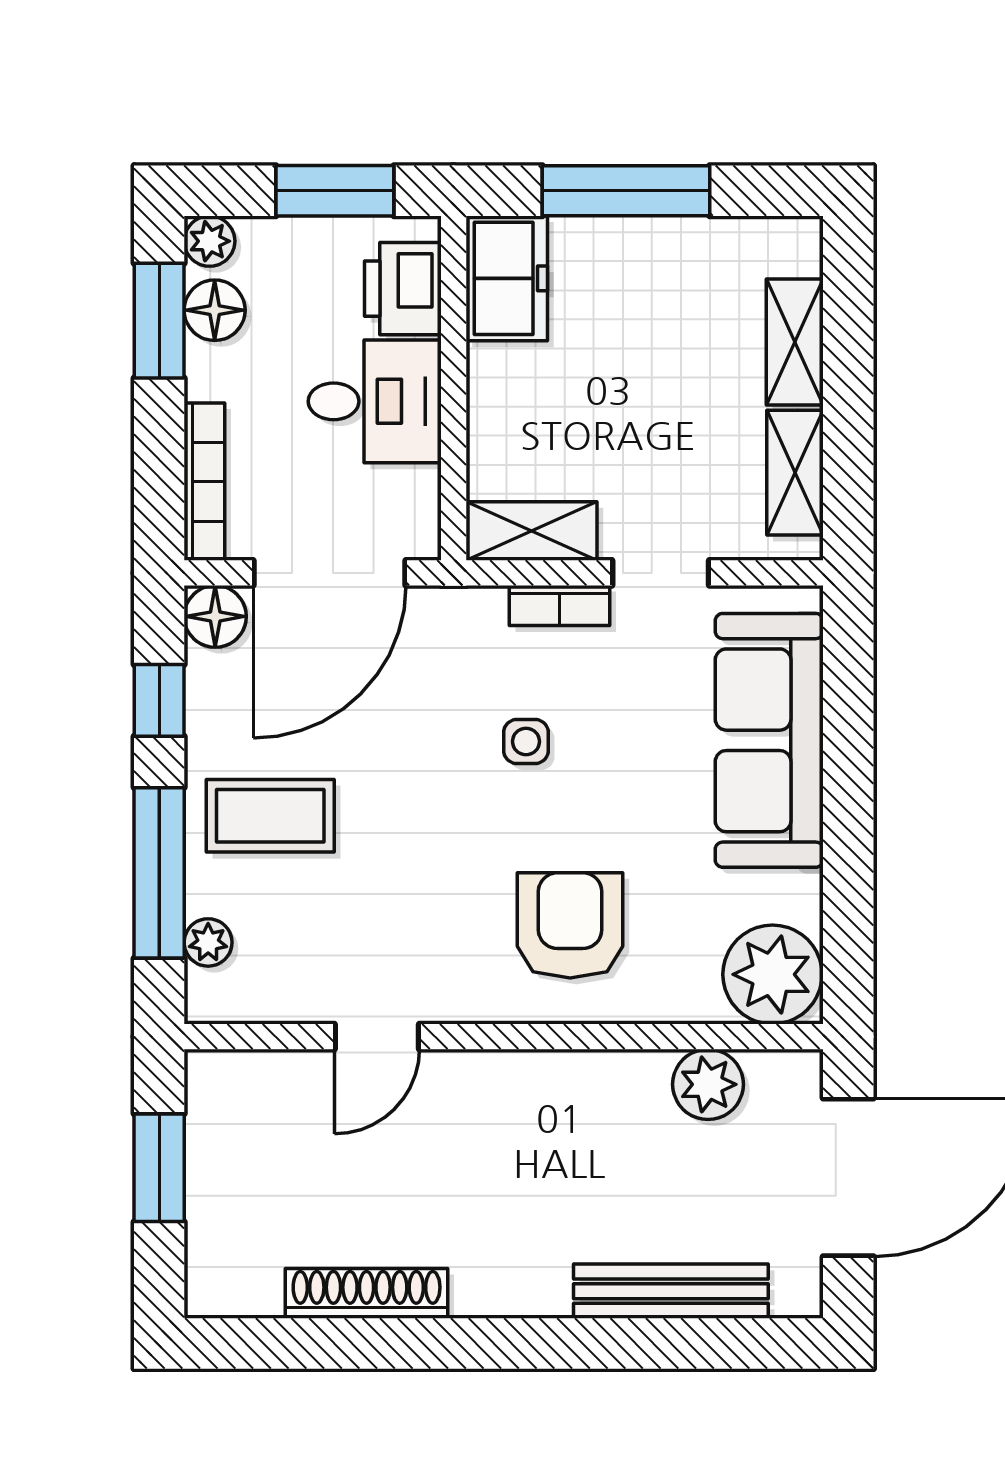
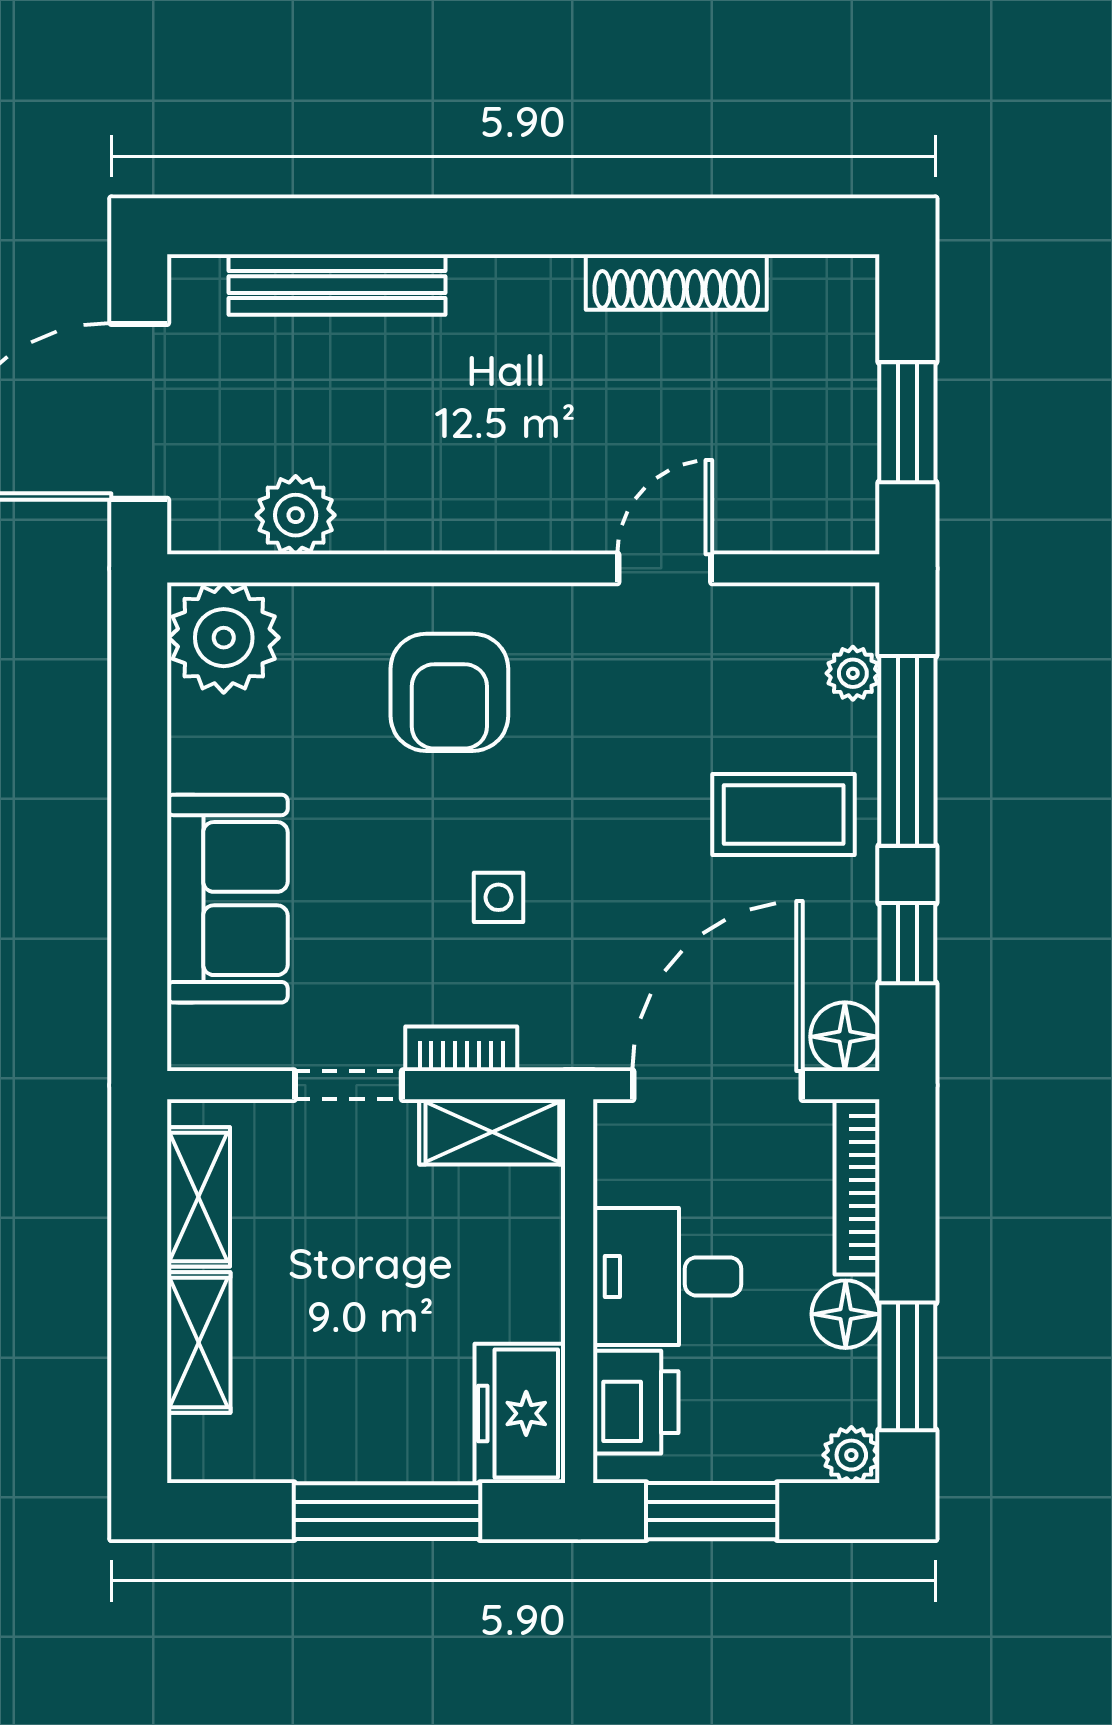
floor lamp: (215, 310) -> (846, 1314), moved
sofa: (769, 740) -> (227, 899), width x0.73

